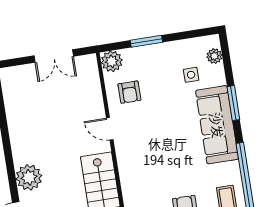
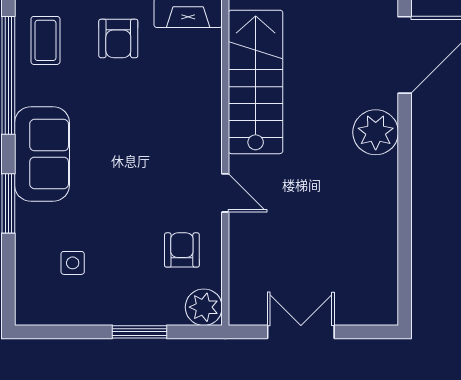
plant: (214, 56) -> (28, 288), removed
sofa: (217, 125) -> (42, 154), width x0.73

